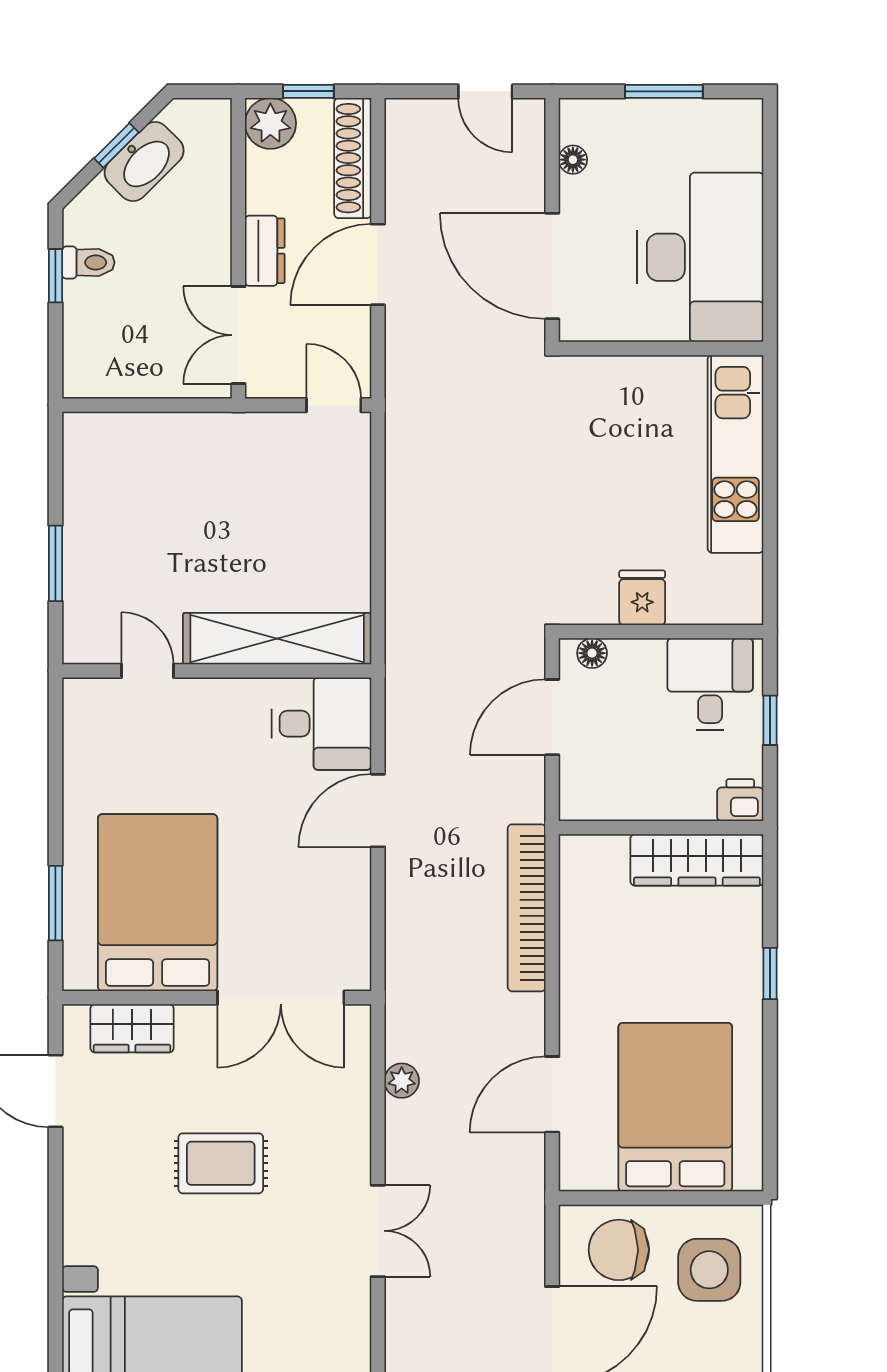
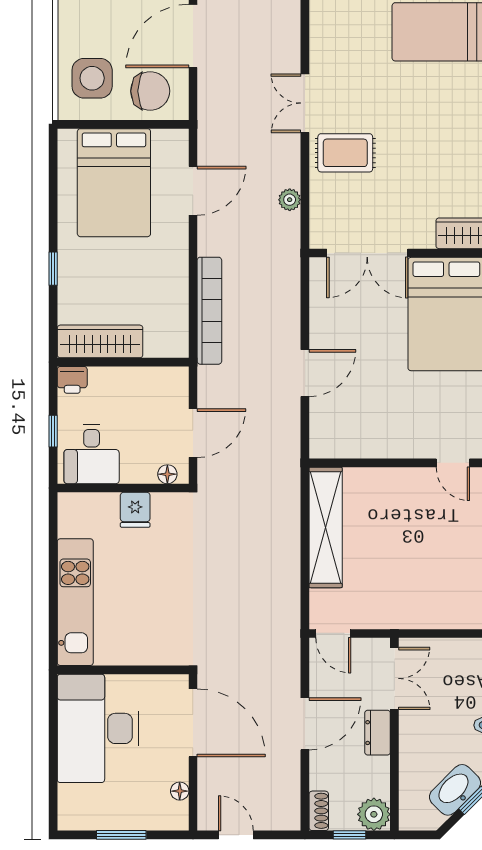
shoe rack: (353, 158) -> (319, 811), width x0.51, depth x0.81
shelving: (277, 639) -> (326, 528), moved, turned 90
desk: (321, 724) -> (341, 429), removed
double door: (281, 998) -> (367, 253), swing flipped
rug: (221, 1163) -> (345, 153), moved

